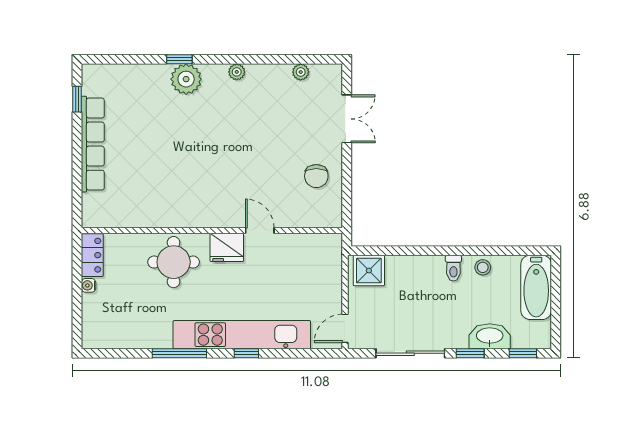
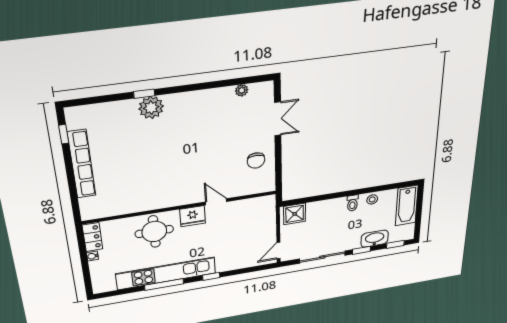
plant: (237, 72) -> (191, 97), removed
kitchen unit: (242, 335) -> (166, 273), moved

